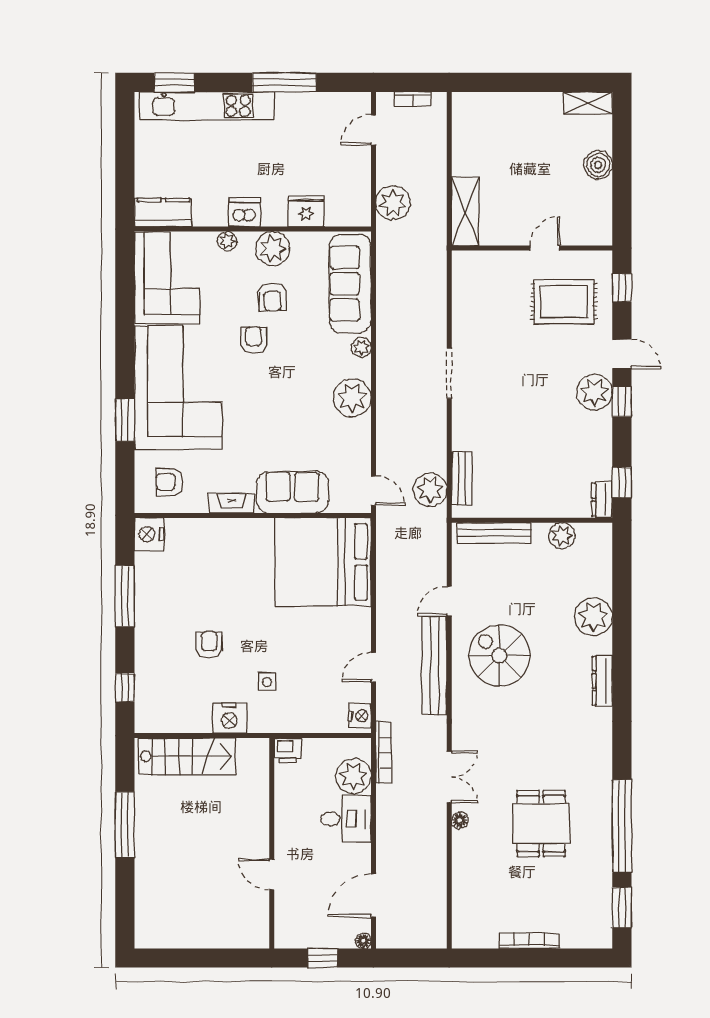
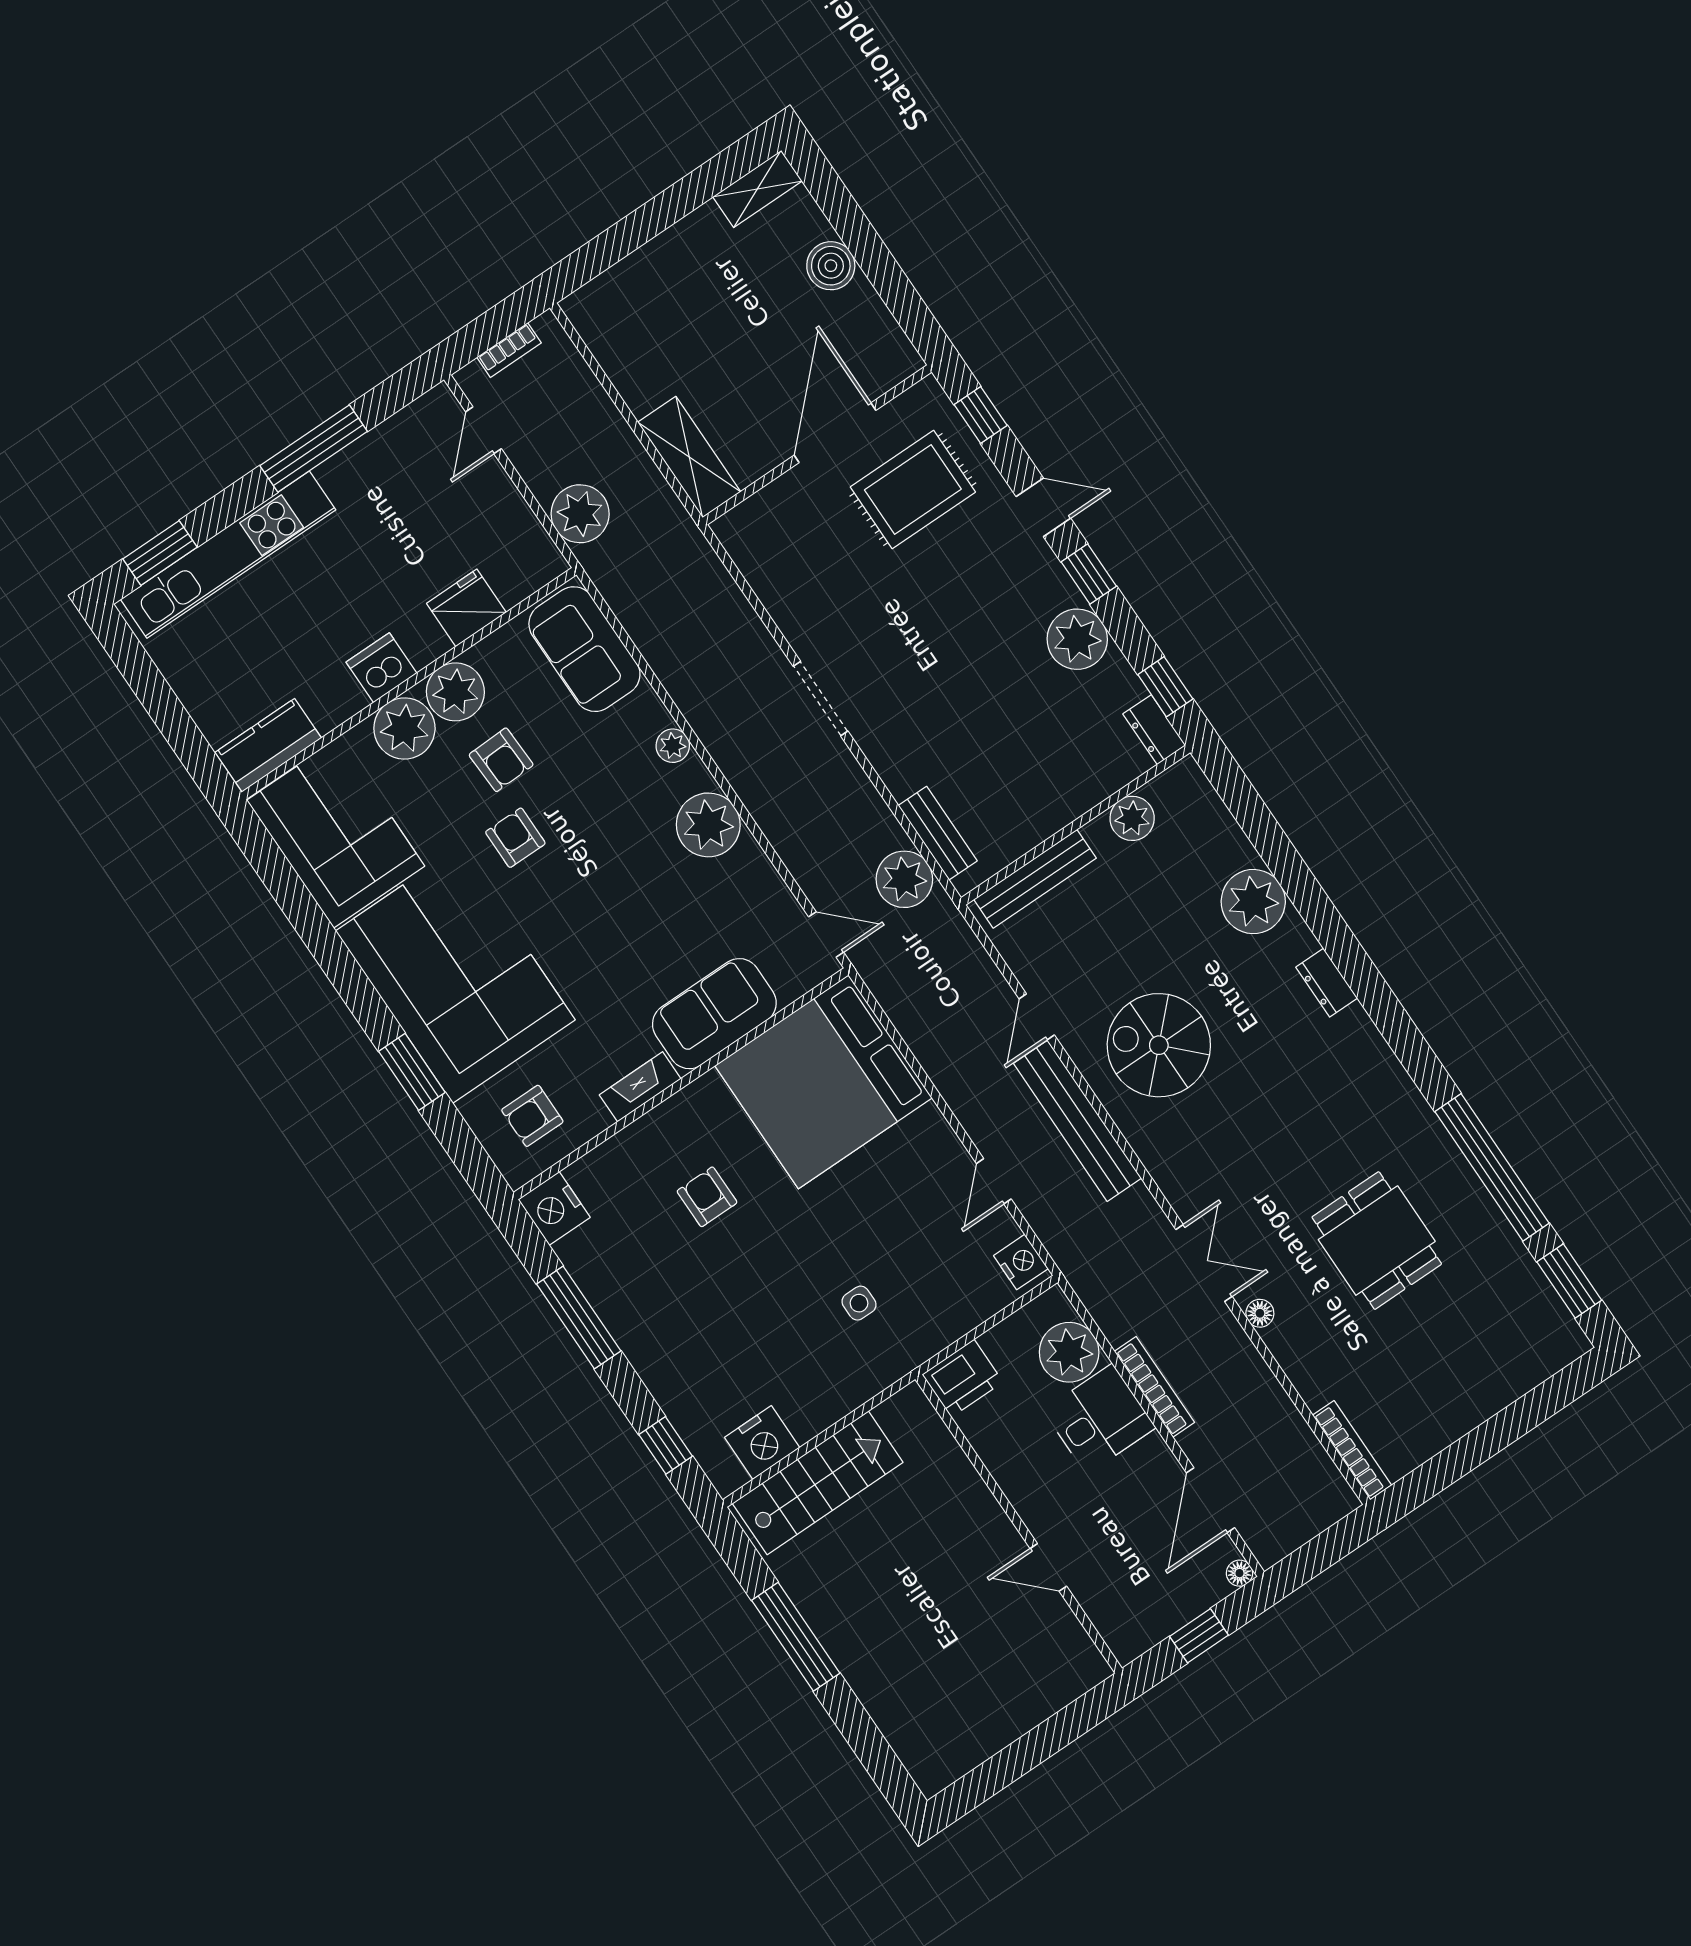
plant: (227, 241) -> (404, 728), width x1.88, depth x1.88
door: (545, 248) -> (835, 433), width x1.87
sofa: (350, 284) -> (584, 649), width x0.73
plant: (595, 392) -> (1077, 639), moved
armchair: (209, 645) -> (707, 1197), moved
dresser: (602, 681) -> (1327, 983), width x0.70
nightstand: (229, 718) -> (762, 1443), moved
printer: (288, 750) -> (963, 1378), width x1.36, depth x1.24
bookcase: (384, 752) -> (1154, 1387), moved
bookcase: (529, 941) -> (1352, 1450), moved, turned 90

